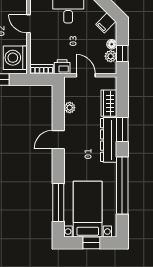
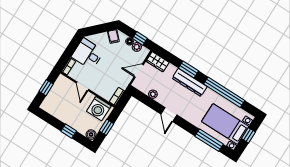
door: (28, 24) -> (83, 86), hinge flipped
printer: (62, 67) -> (124, 82), removed
wardrobe: (109, 103) -> (158, 62), moved

